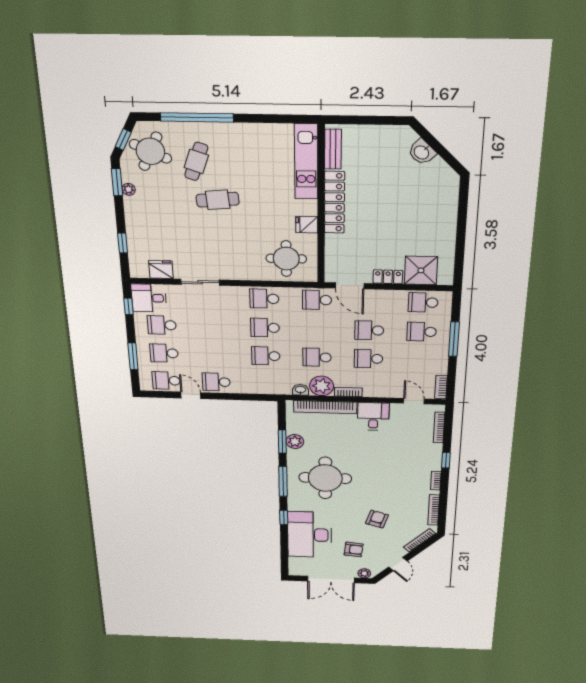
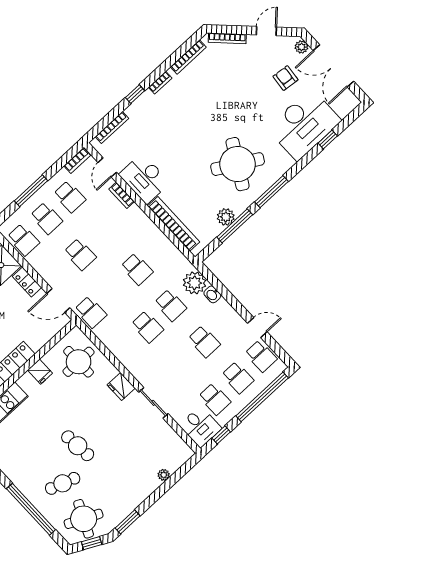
plant: (129, 189) -> (164, 475), moved
window: (123, 243) -> (172, 481), removed
fridge: (161, 270) -> (121, 386), moved
door: (350, 286) -> (58, 301), swing flipped
school desk: (264, 299) -> (124, 348), removed
window: (133, 356) -> (262, 397), width x2.11
school desk: (368, 359) -> (70, 197), moved
school desk: (216, 382) -> (204, 341), moved
plant: (322, 386) -> (195, 283), moved
washbasin: (301, 390) -> (212, 294), moved
bookcase: (348, 392) -> (122, 195), moved
door: (191, 395) -> (257, 328), swing flipped
desk: (373, 416) -> (144, 179), width x1.37
window: (282, 442) -> (235, 226), width x1.44
round table: (325, 478) -> (238, 164), turned 30
window: (284, 517) -> (328, 140), moved
armchair: (377, 519) -> (238, 89), removed
double door: (331, 580) -> (333, 66), swing flipped

